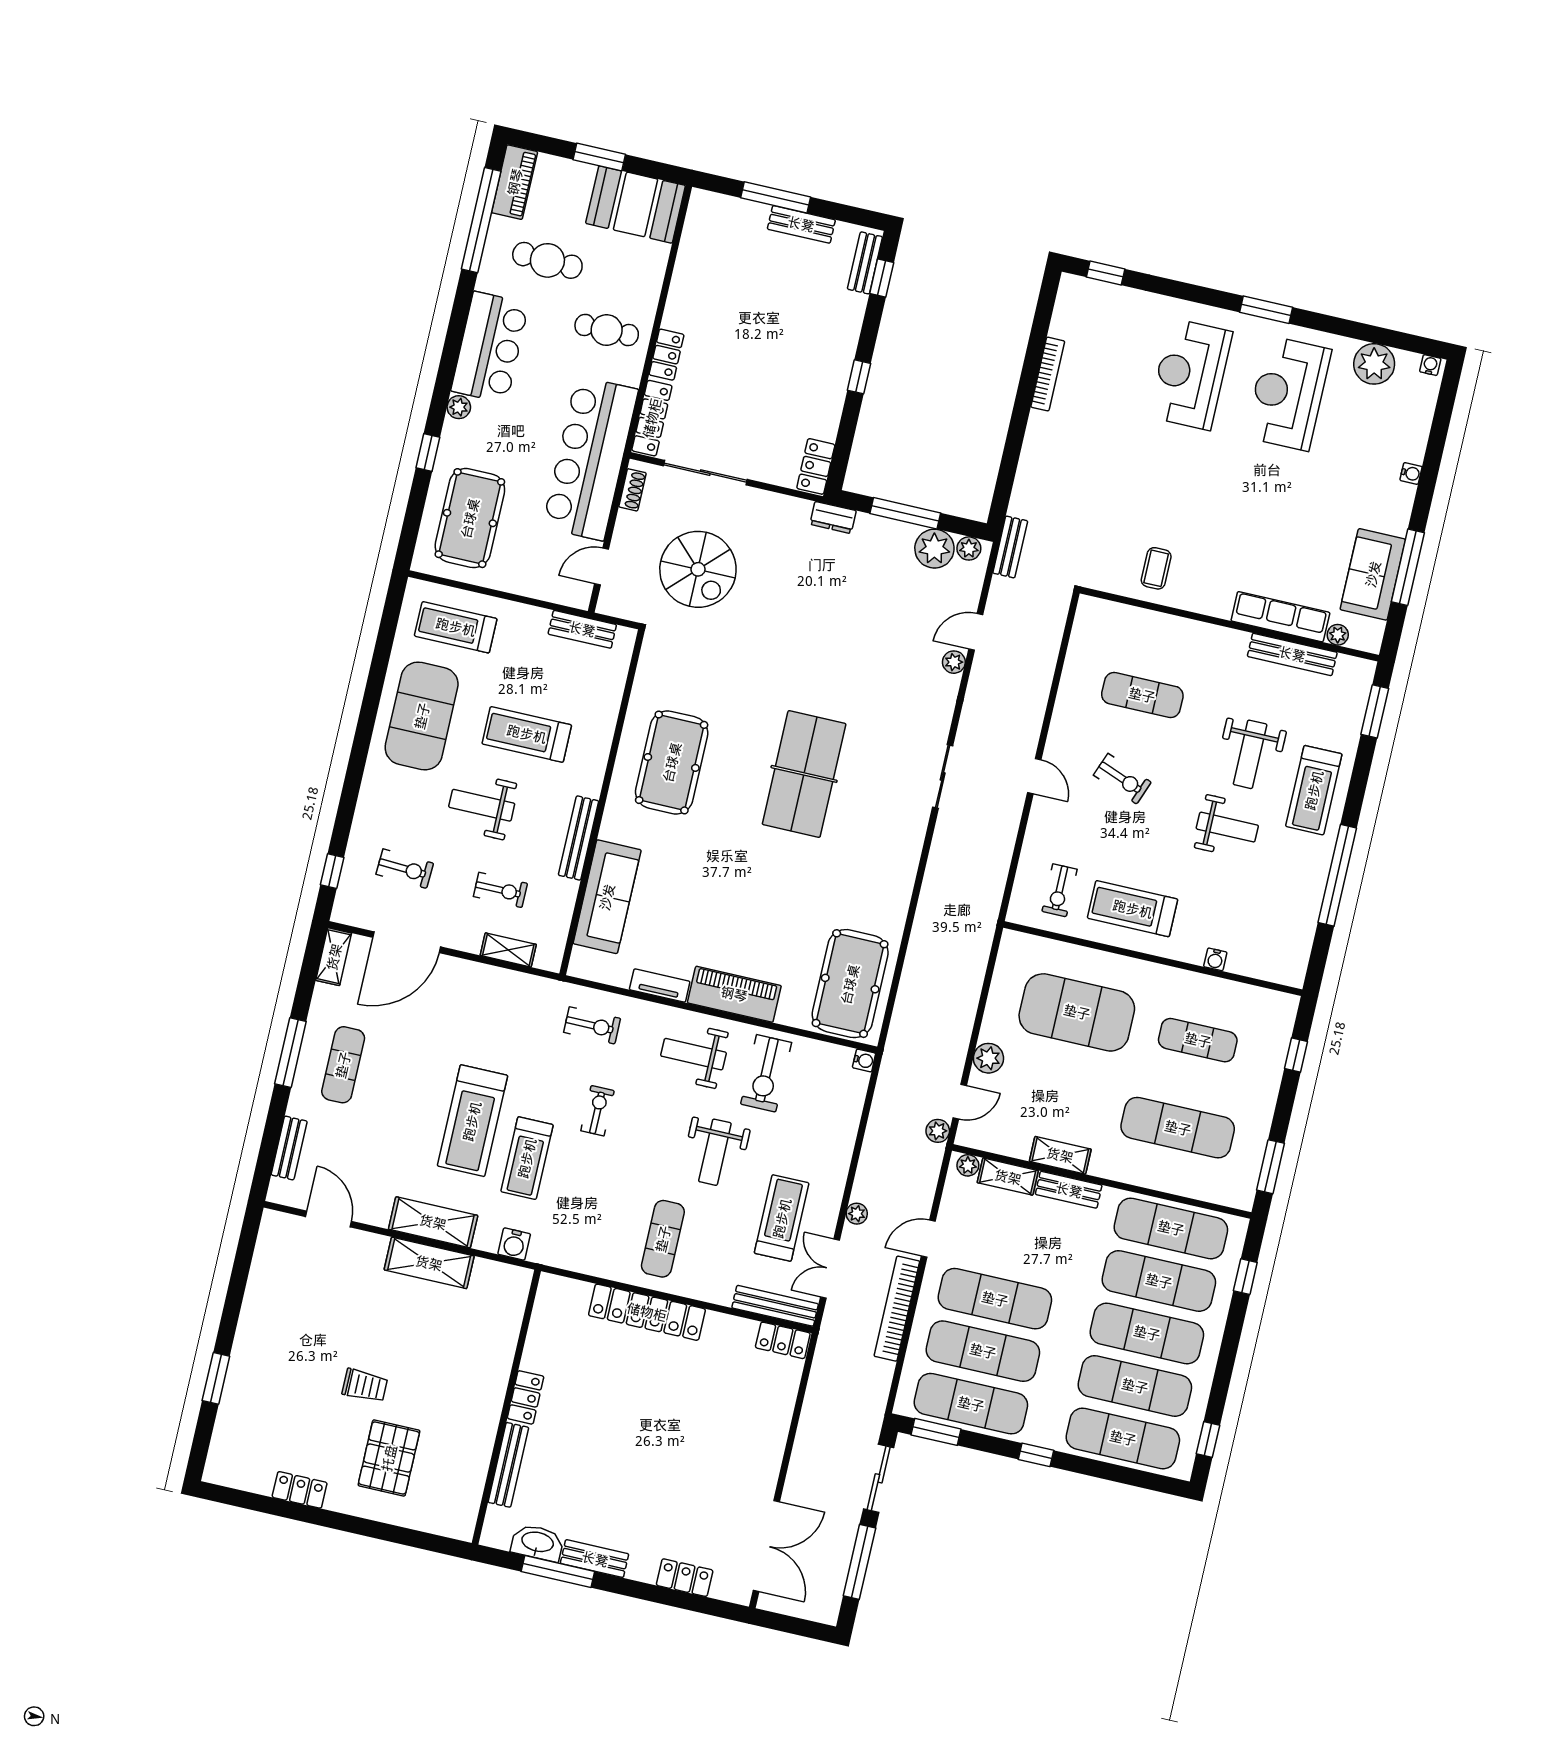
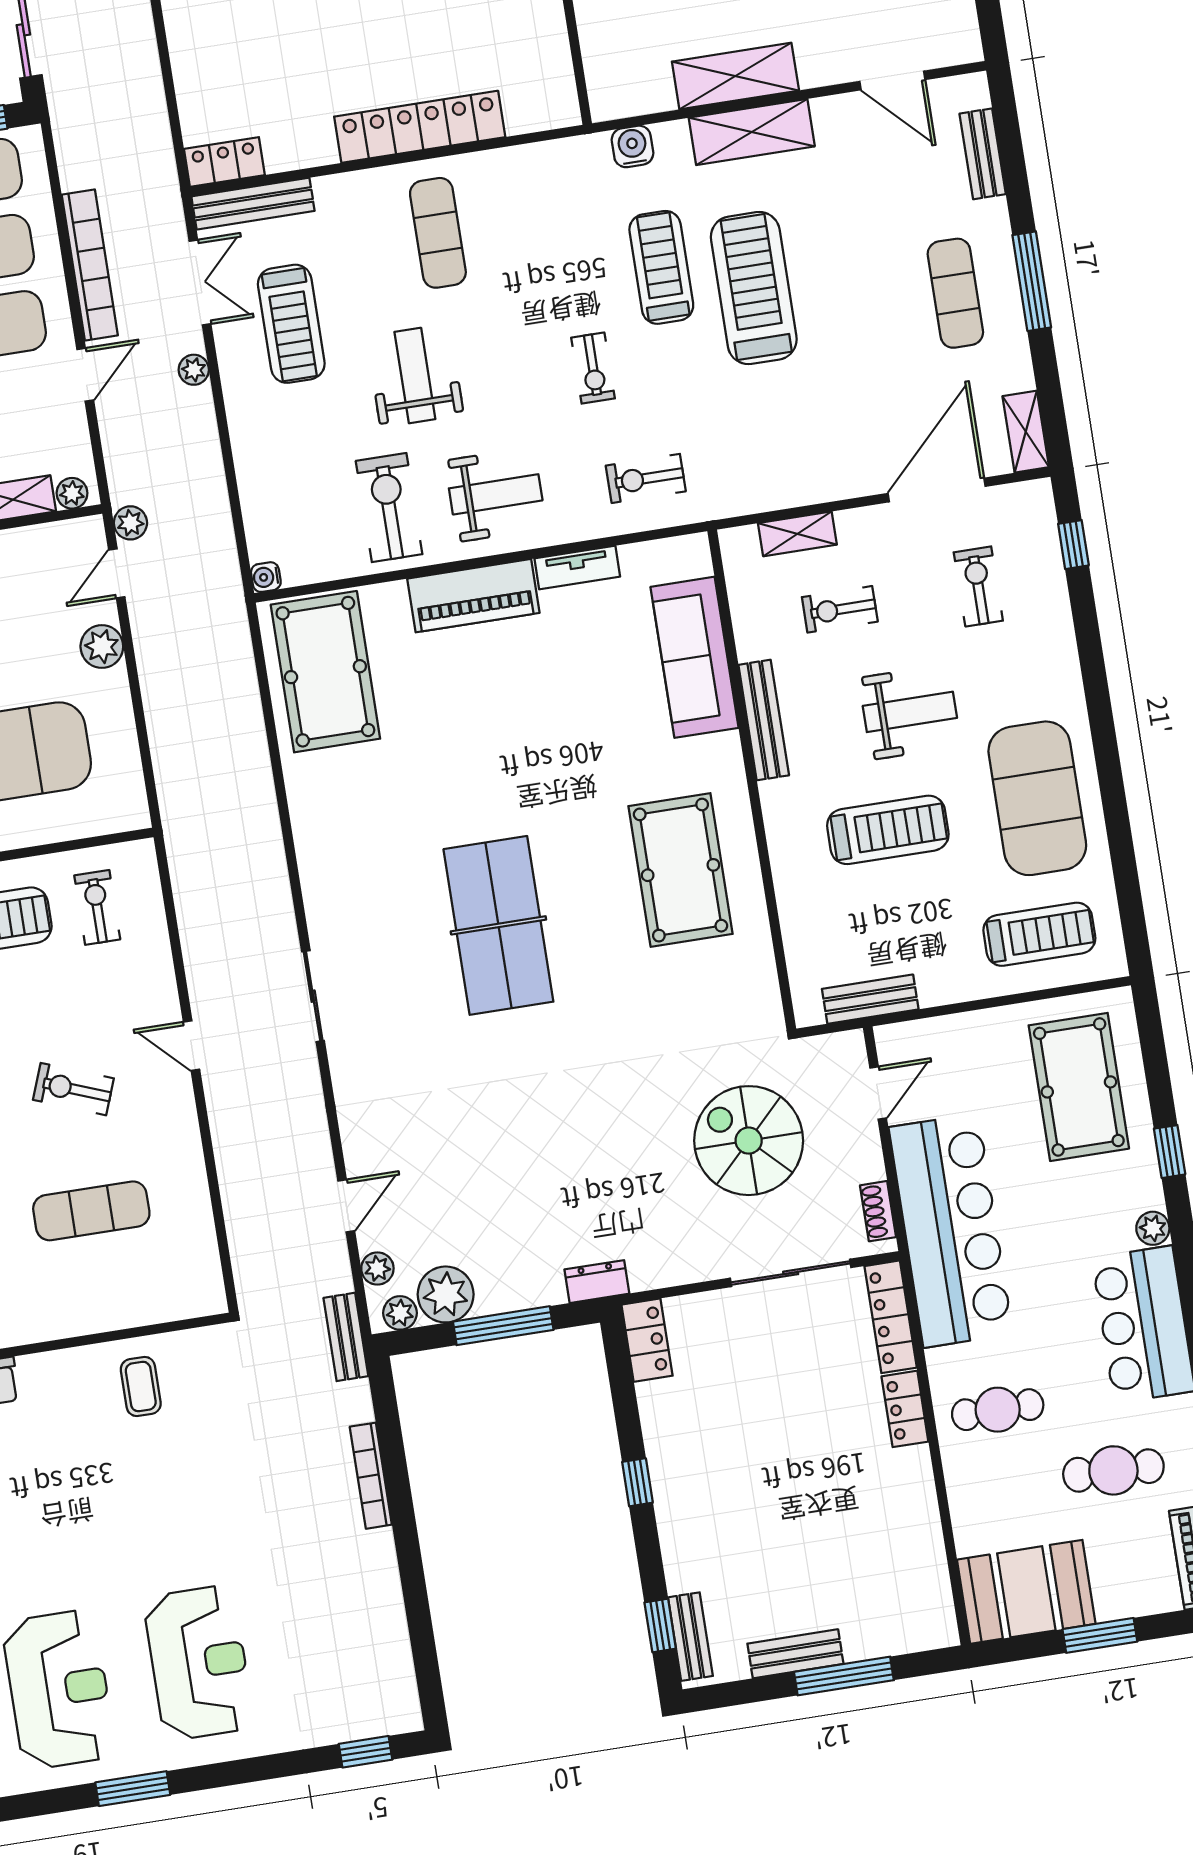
bookcase: (1048, 374) -> (371, 1476), moved
plant: (954, 662) -> (377, 1268), moved
exercise bike: (405, 869) -> (978, 586), turned 87

